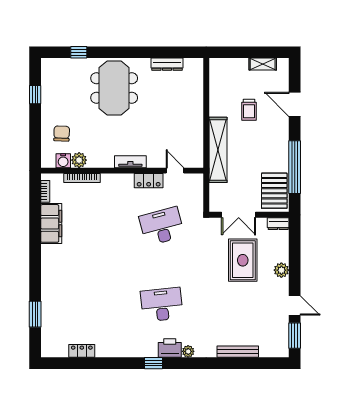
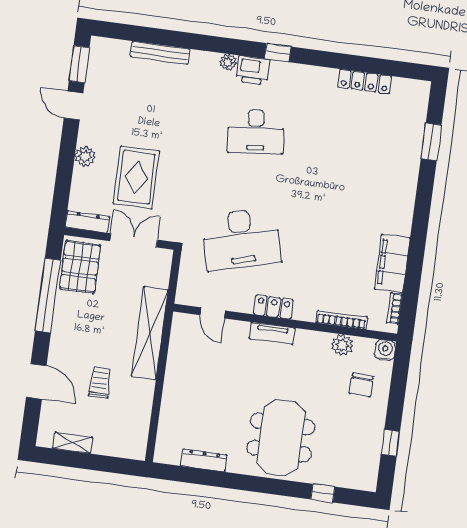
water cooler: (63, 161) -> (385, 350), moved
locker: (149, 181) -> (274, 307), moved
dresser: (278, 224) -> (87, 222), width x1.44
desk: (162, 226) -> (241, 239), width x1.36, depth x1.30
locker: (82, 351) -> (365, 82), width x1.53

